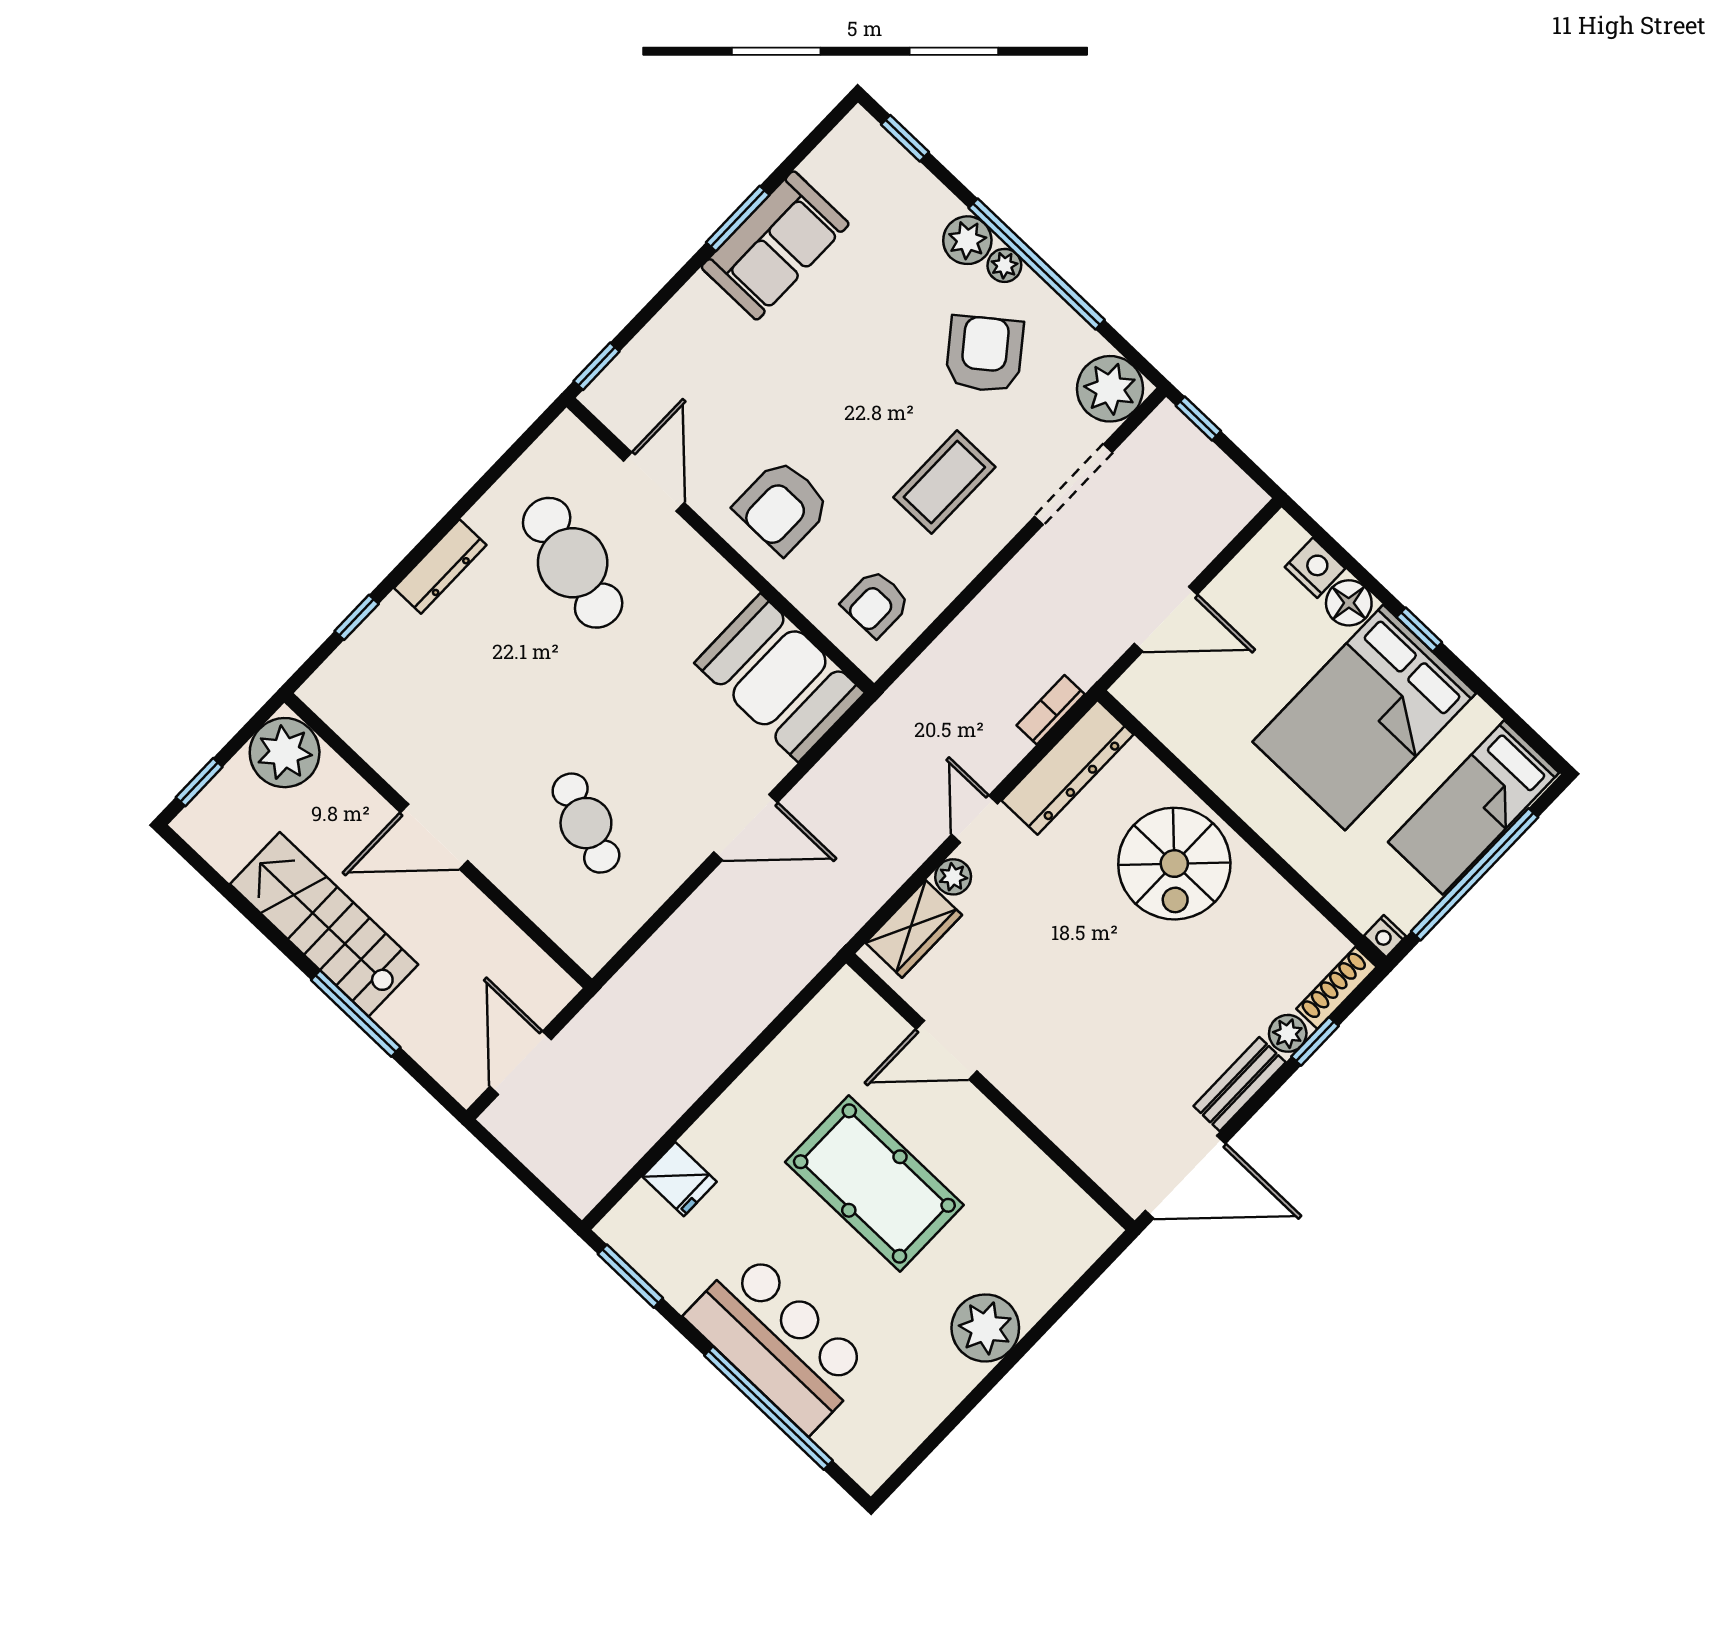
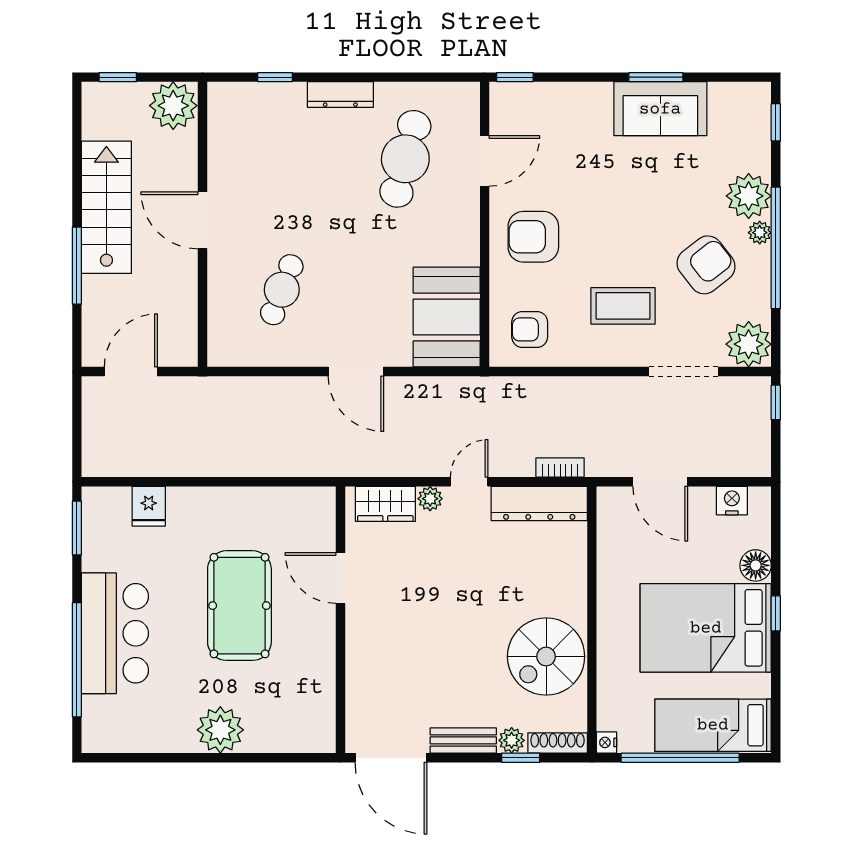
plant: (967, 240) -> (749, 196), width x1.36, depth x1.36
nightstand: (1315, 568) -> (732, 501), moved, turned -90
spiral stairs: (1174, 864) -> (546, 657), moved

